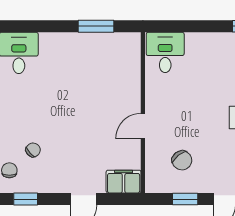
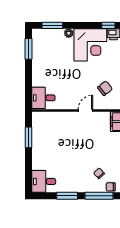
door: (143, 126) -> (85, 111), swing flipped

